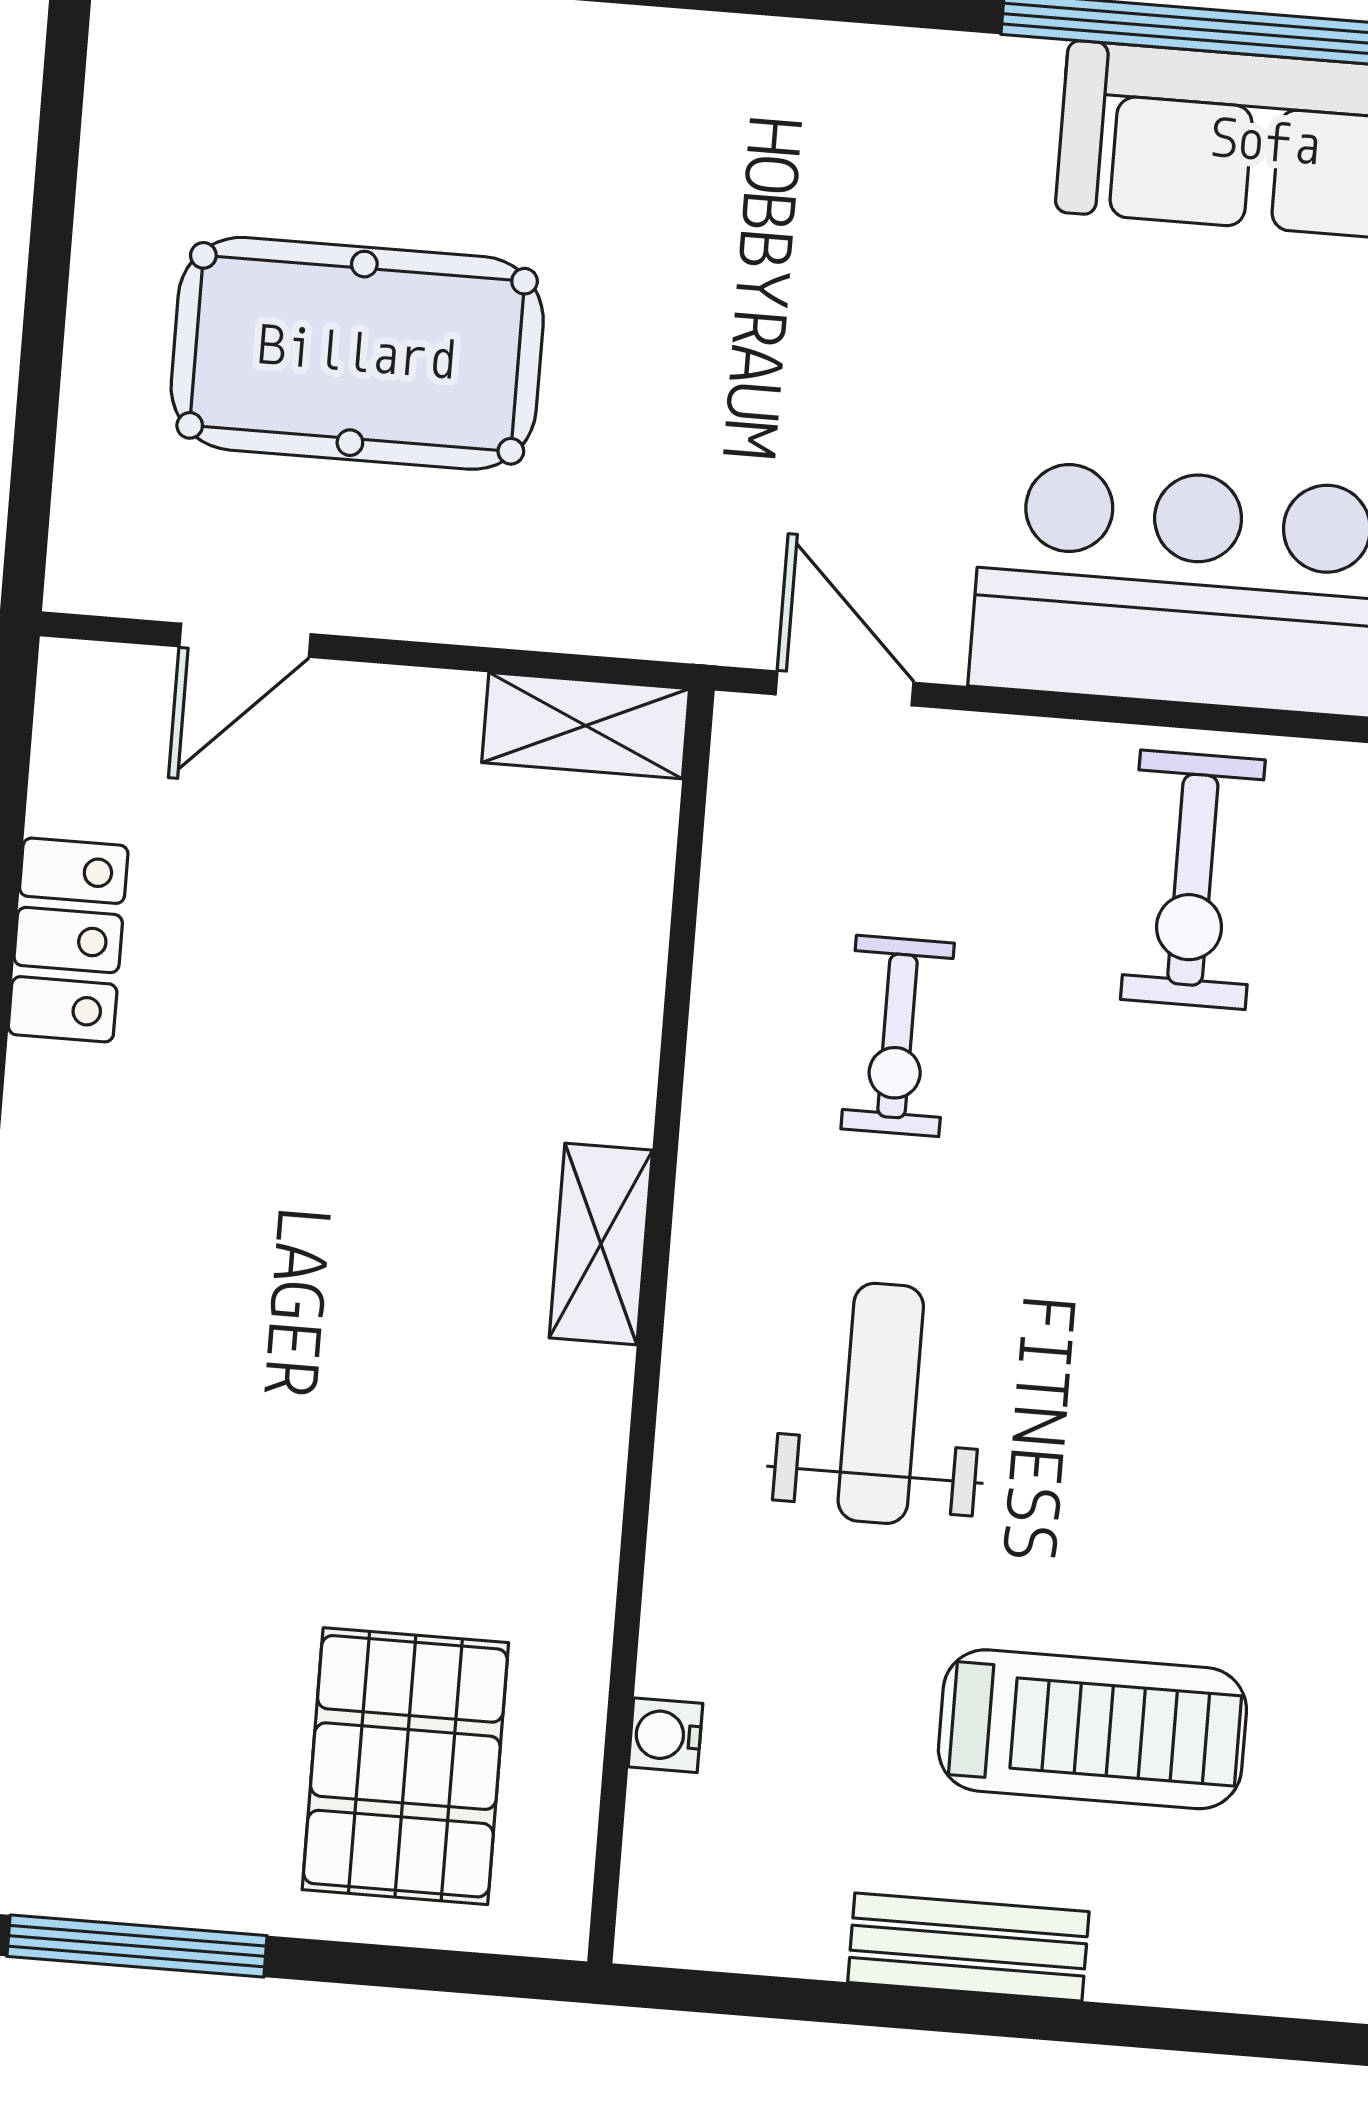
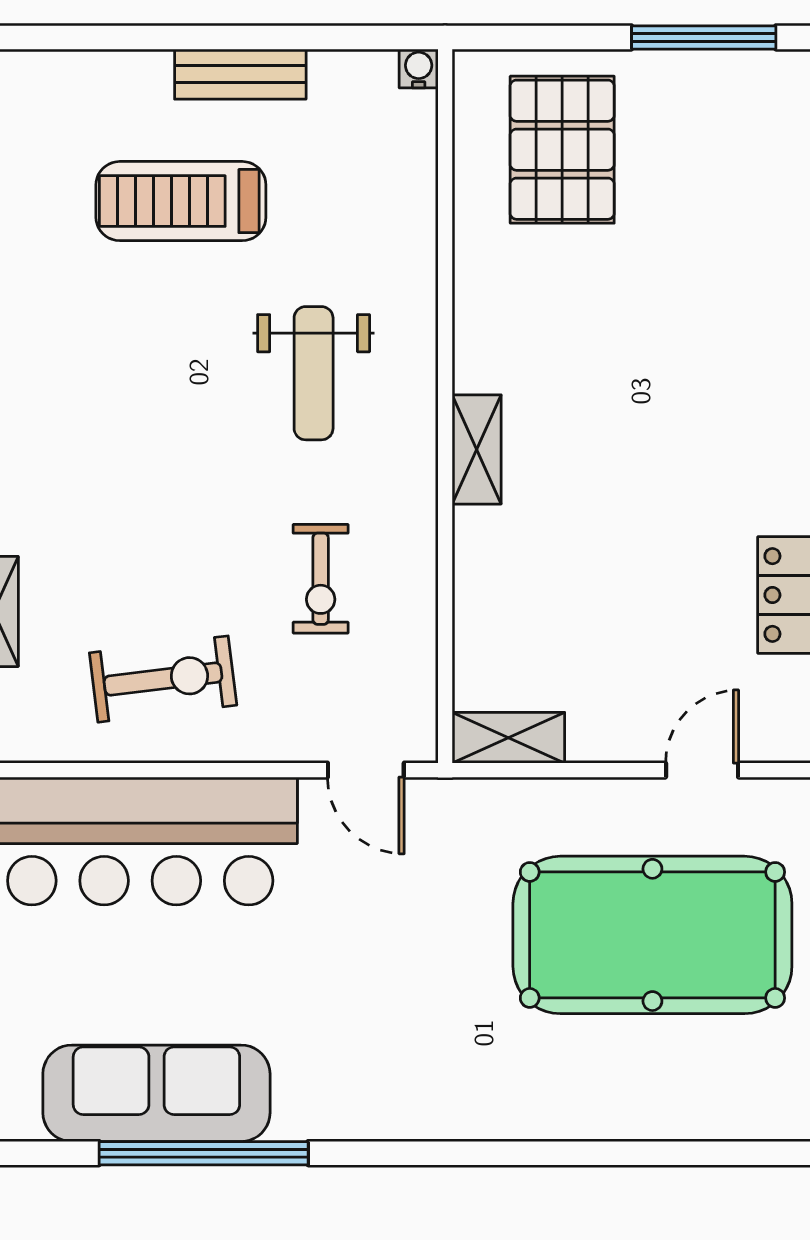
pool table: (357, 353) -> (652, 935), width x1.36, depth x1.32
exercise bike: (1193, 880) -> (163, 679), turned 83
exercise bike: (898, 1036) -> (321, 579), turned 180
water cooler: (665, 1735) -> (419, 68), moved, turned -90

